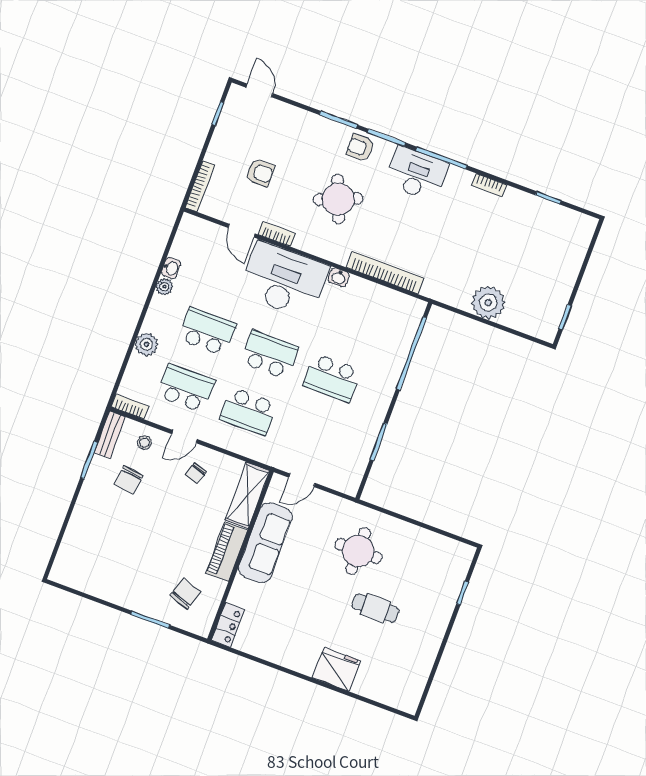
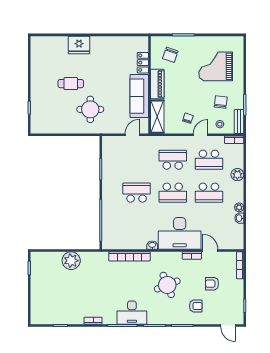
armchair: (360, 148) -> (196, 306), moved
grand piano: (115, 545) -> (216, 66), added
locker: (228, 625) -> (143, 63), moved

